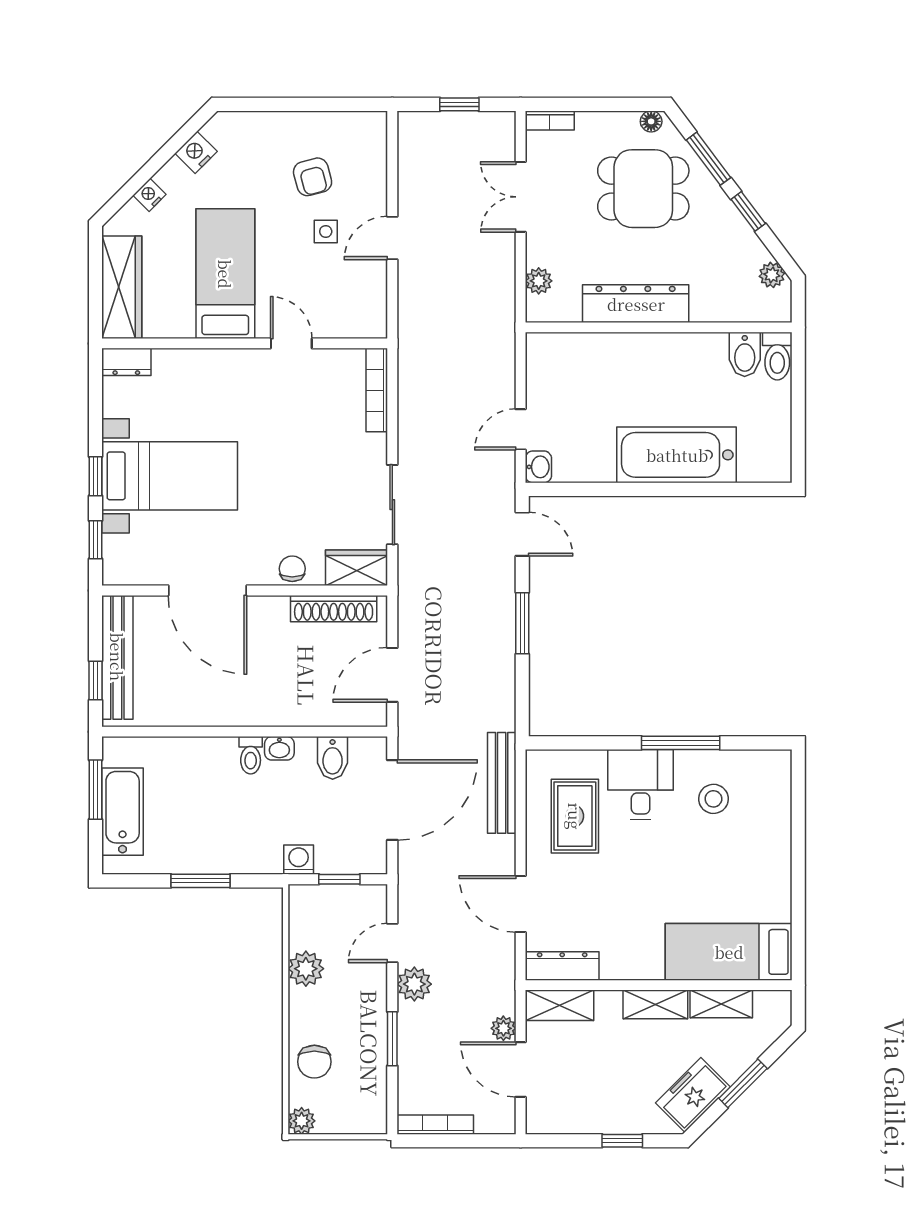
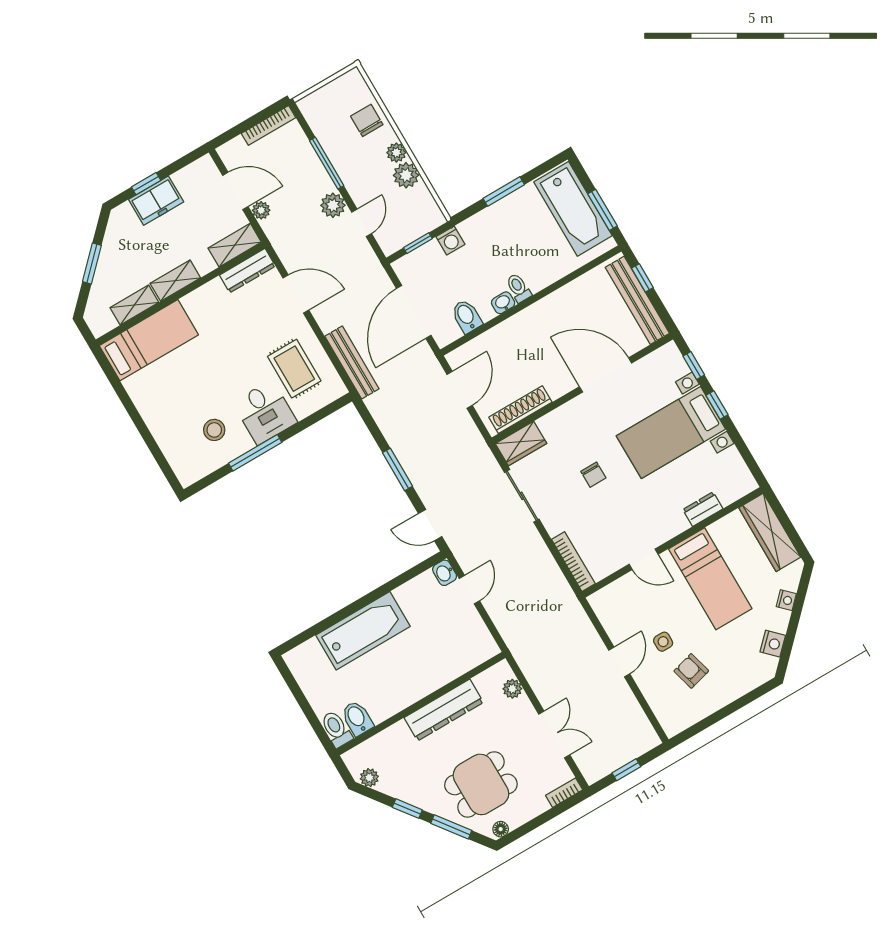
dresser: (126, 362) -> (703, 509), moved
chair: (292, 569) -> (593, 475), moved
bathtub: (123, 812) -> (573, 209), width x1.36, depth x1.36
window: (392, 1039) -> (327, 163), width x1.44
freezer: (693, 1095) -> (156, 201), moved, turned 45
plant: (302, 1121) -> (396, 153), moved

